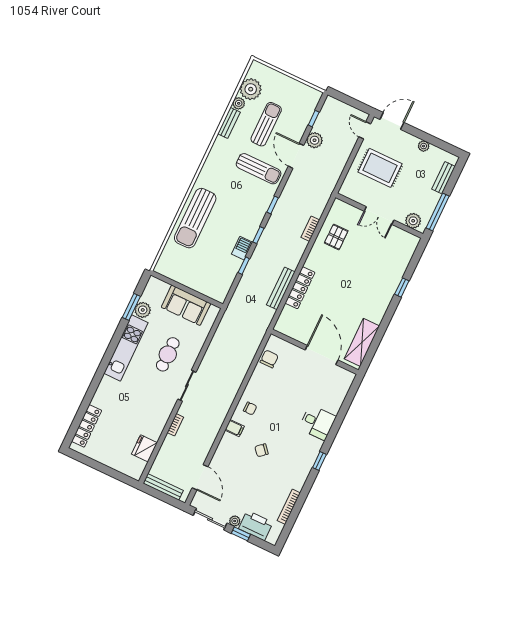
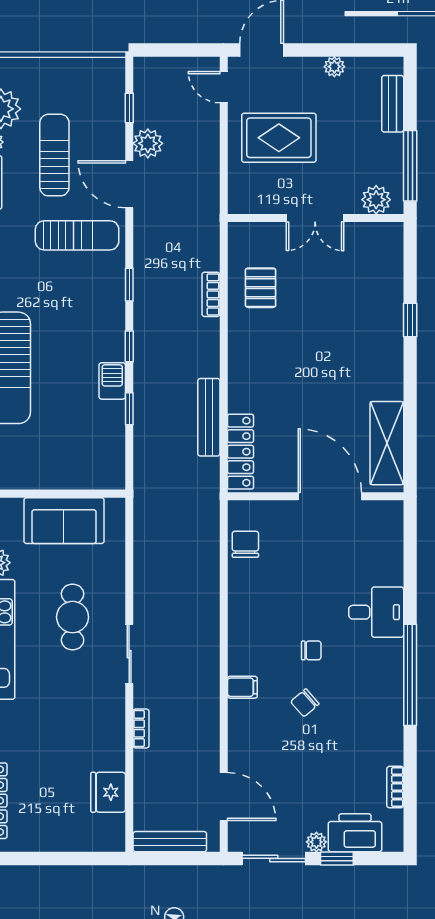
locker: (300, 288) -> (240, 452), moved
chair: (250, 408) -> (311, 650), moved
window: (319, 461) -> (410, 675), width x3.17
bookcase: (289, 507) -> (395, 787), width x0.64

